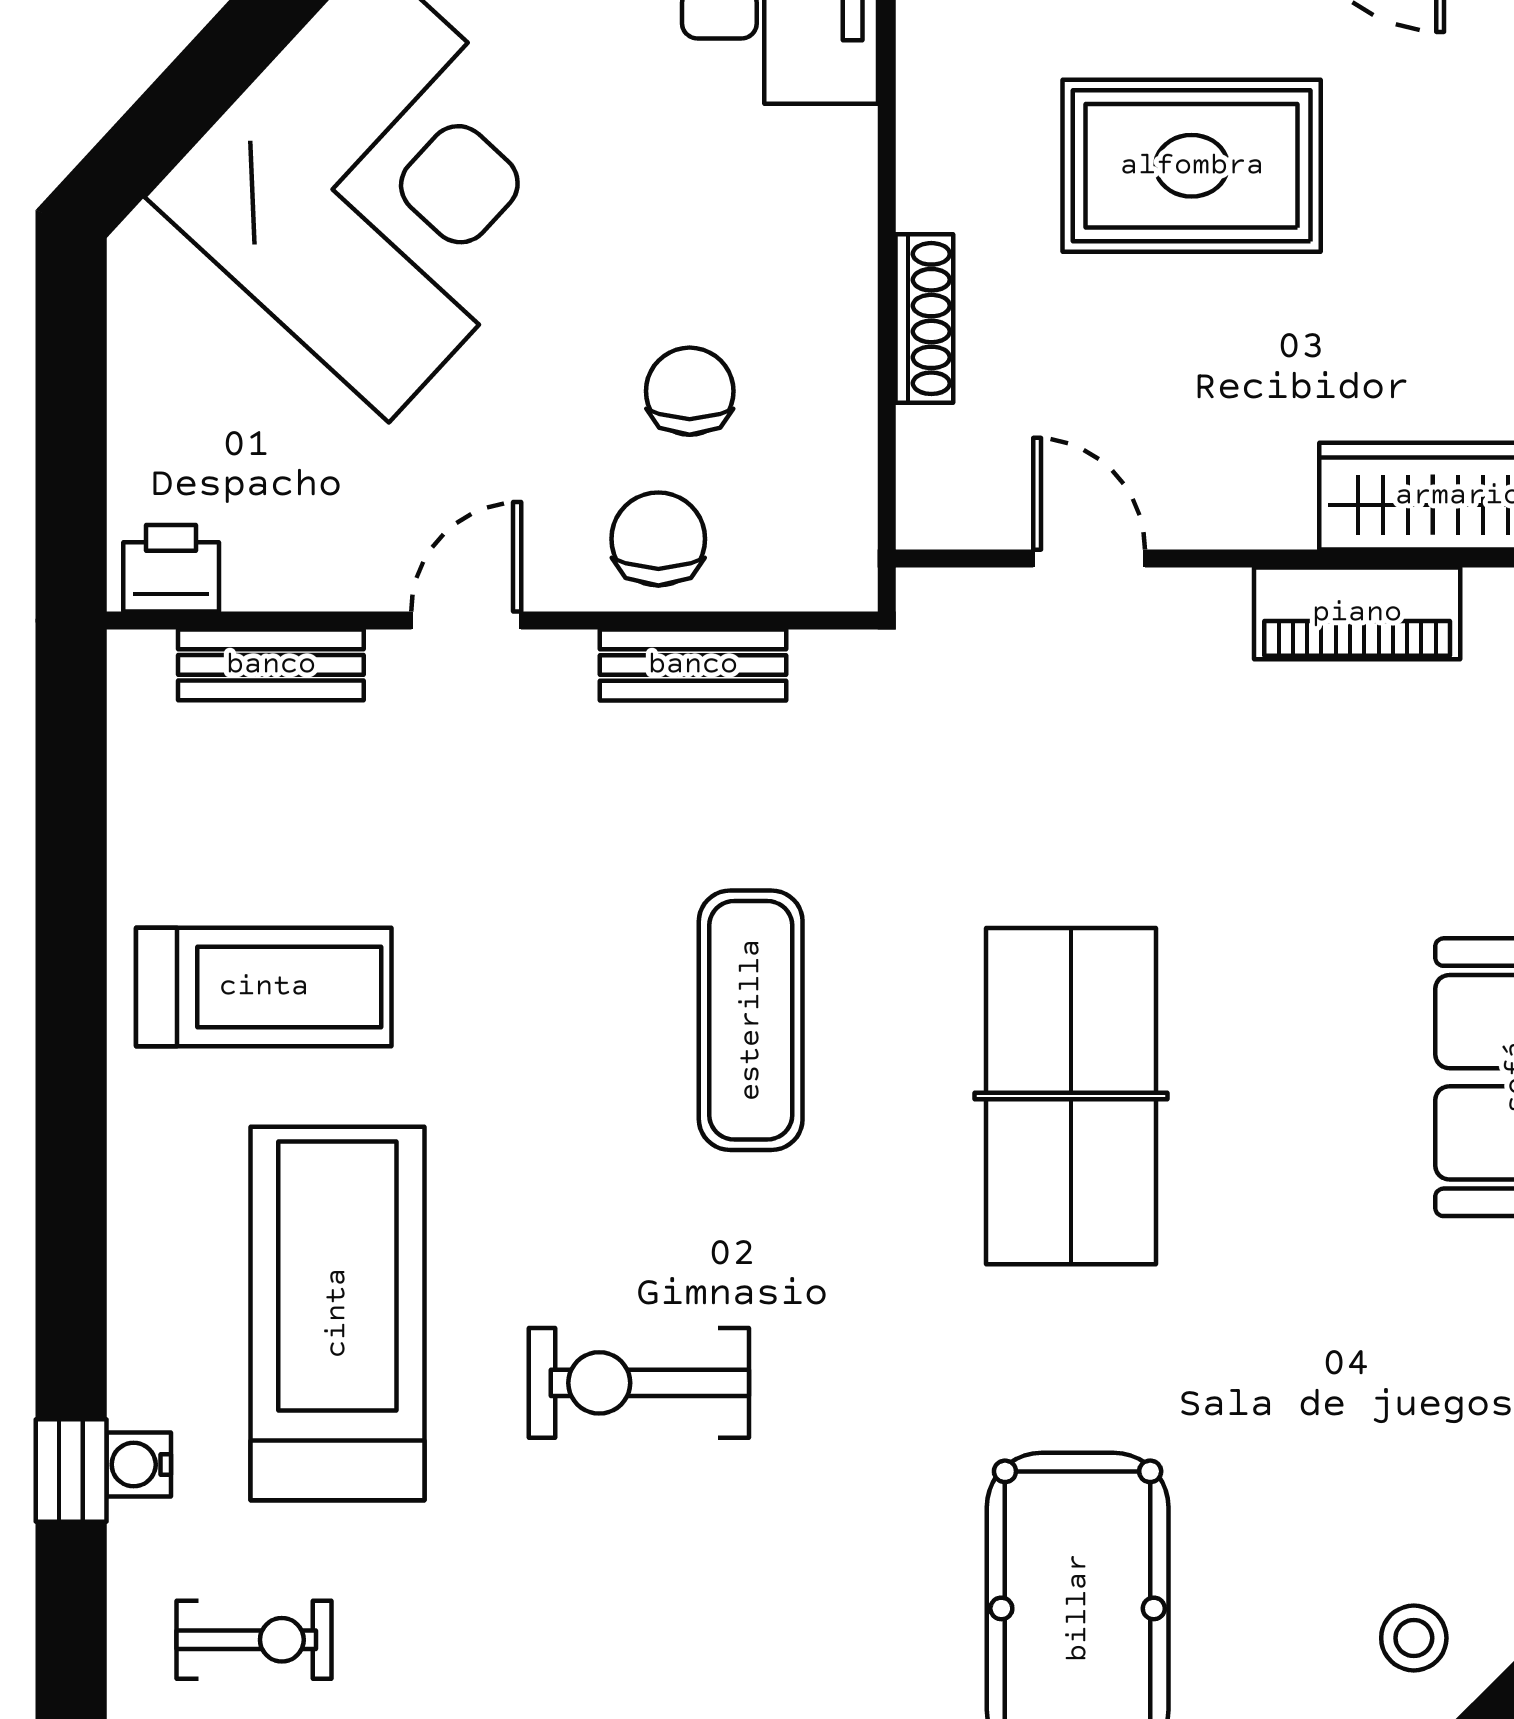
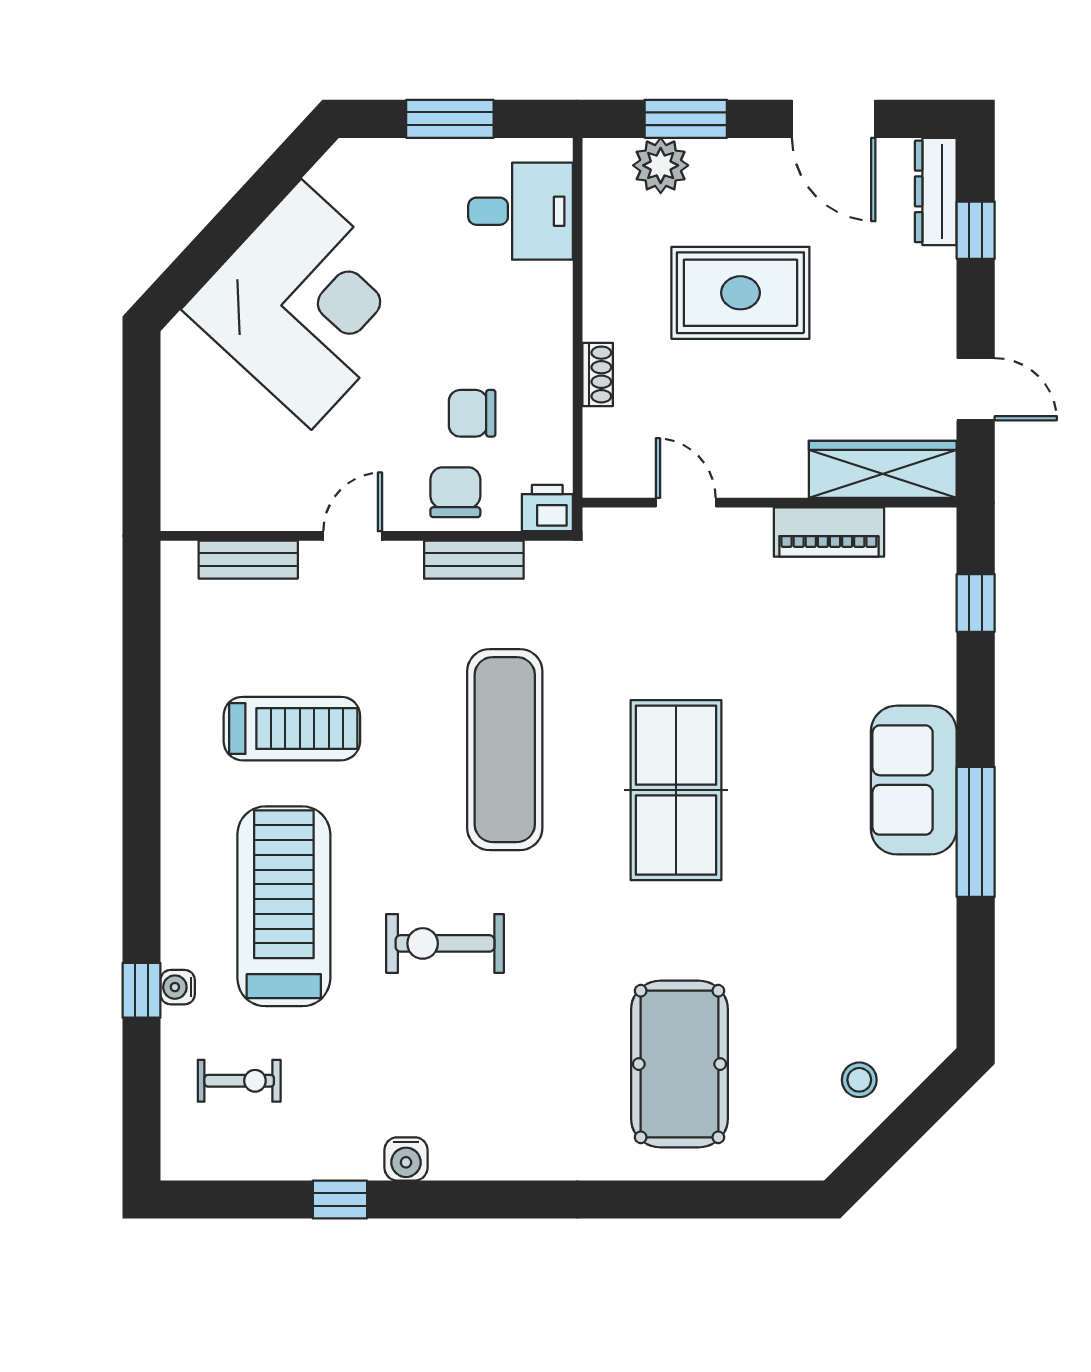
shoe rack: (924, 319) -> (598, 374), width x0.70
chair: (690, 391) -> (472, 413), turned -90
printer: (171, 568) -> (547, 508), moved
treadmill: (264, 987) -> (292, 729), moved
exercise mat: (751, 1020) -> (505, 750), width x1.36, depth x1.45

